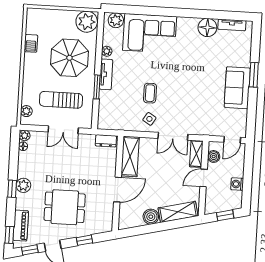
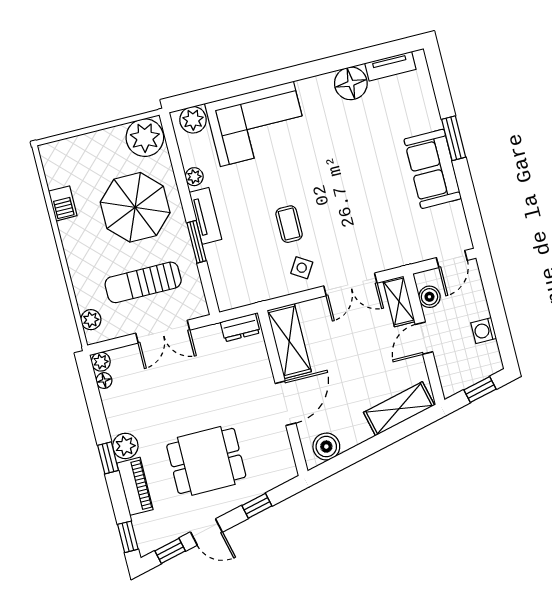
boiler: (151, 217) -> (326, 447), moved
piano: (21, 226) -> (135, 486), moved

